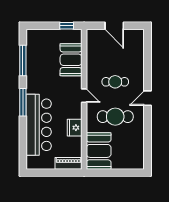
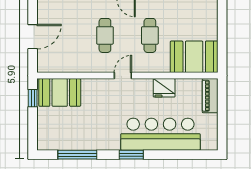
booth: (71, 60) -> (60, 92), moved
window: (23, 102) -> (131, 155), width x0.69
cafe table: (115, 117) -> (150, 35), width x0.73, depth x0.74

